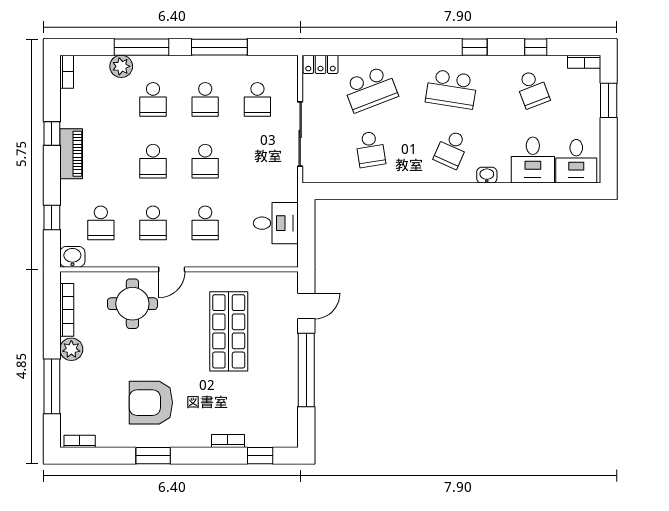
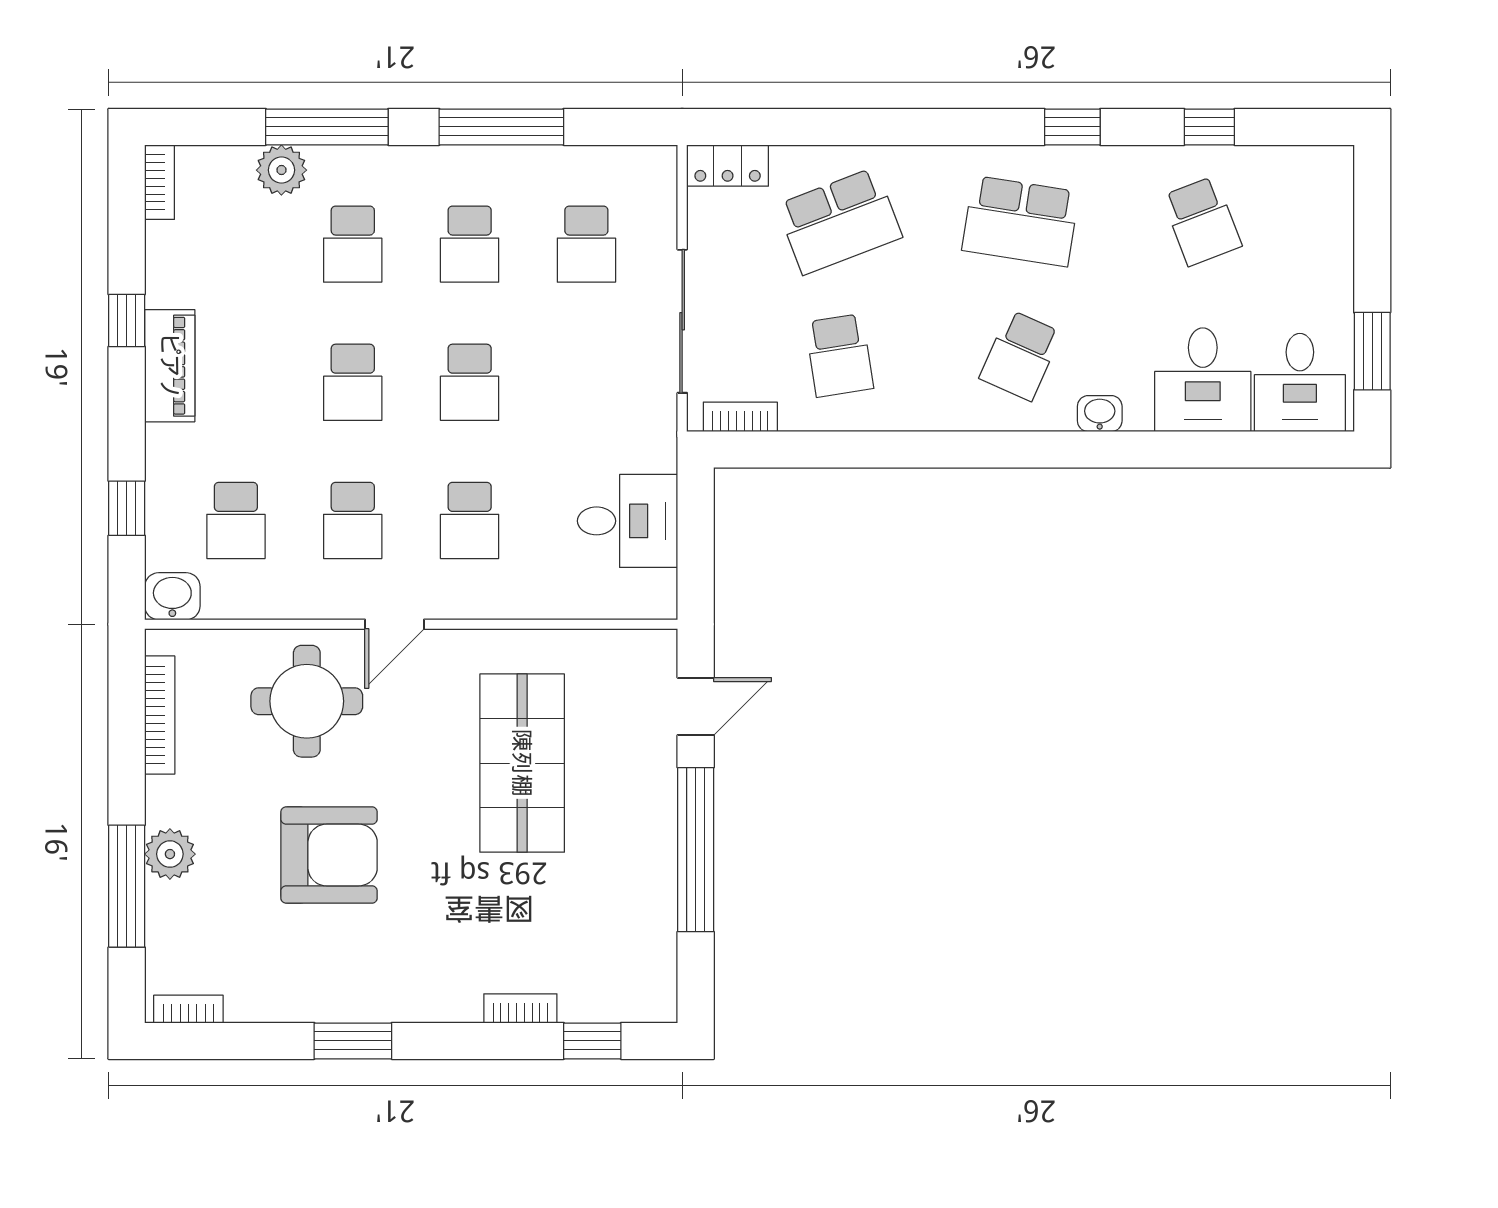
bookcase: (584, 62) -> (740, 417), moved, turned 180
window: (609, 100) -> (1372, 351), moved
plant: (71, 349) -> (170, 854), moved
armchair: (151, 403) -> (329, 855), moved, turned 180

